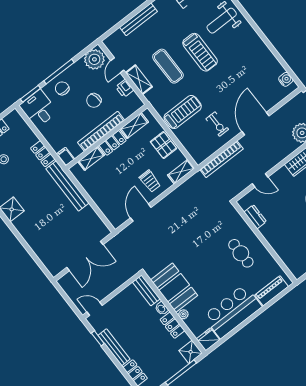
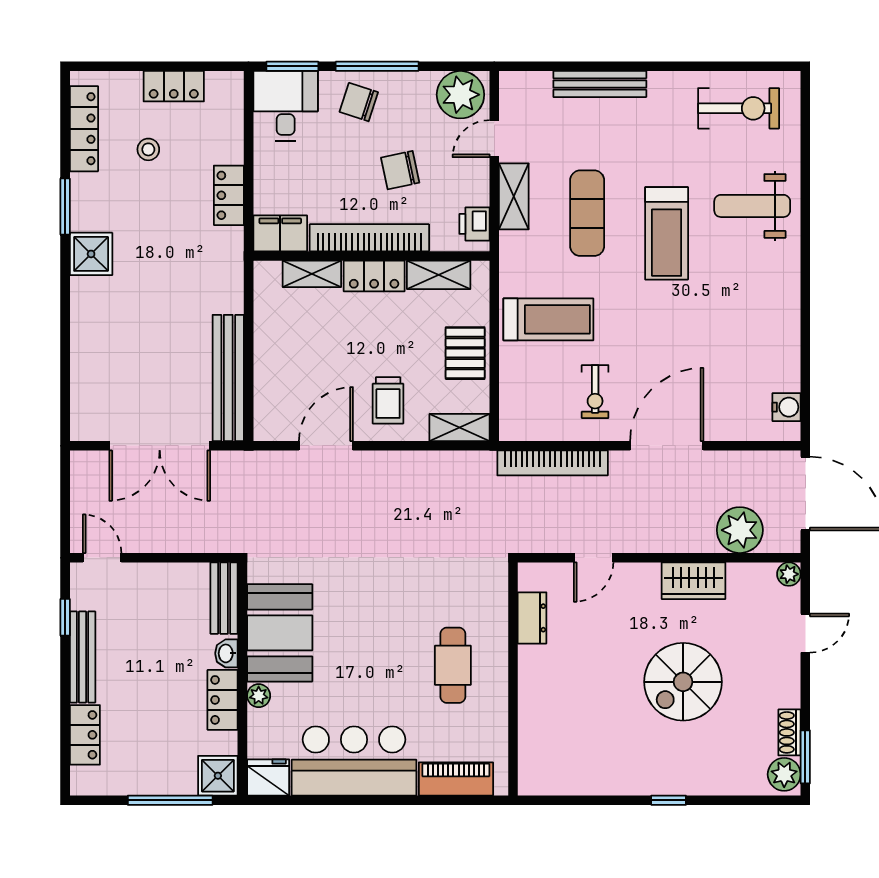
chair: (62, 88) -> (359, 102), turned -72
printer: (125, 88) -> (474, 224), moved
filing cabinet: (65, 157) -> (280, 233), width x2.00
door: (260, 180) -> (594, 558), hinge flipped
bench: (67, 186) -> (228, 378), moved

